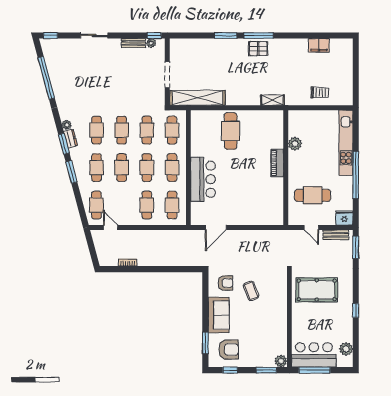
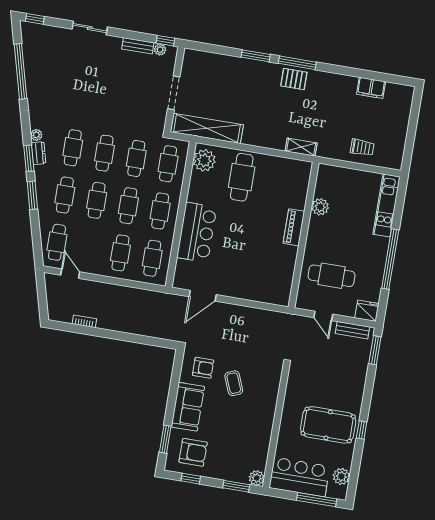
plant: (200, 123) -> (204, 160), added
kitchen unit: (346, 143) -> (387, 205), width x0.73
pool table: (317, 290) -> (328, 425), moved
window: (315, 370) -> (317, 500), moved

